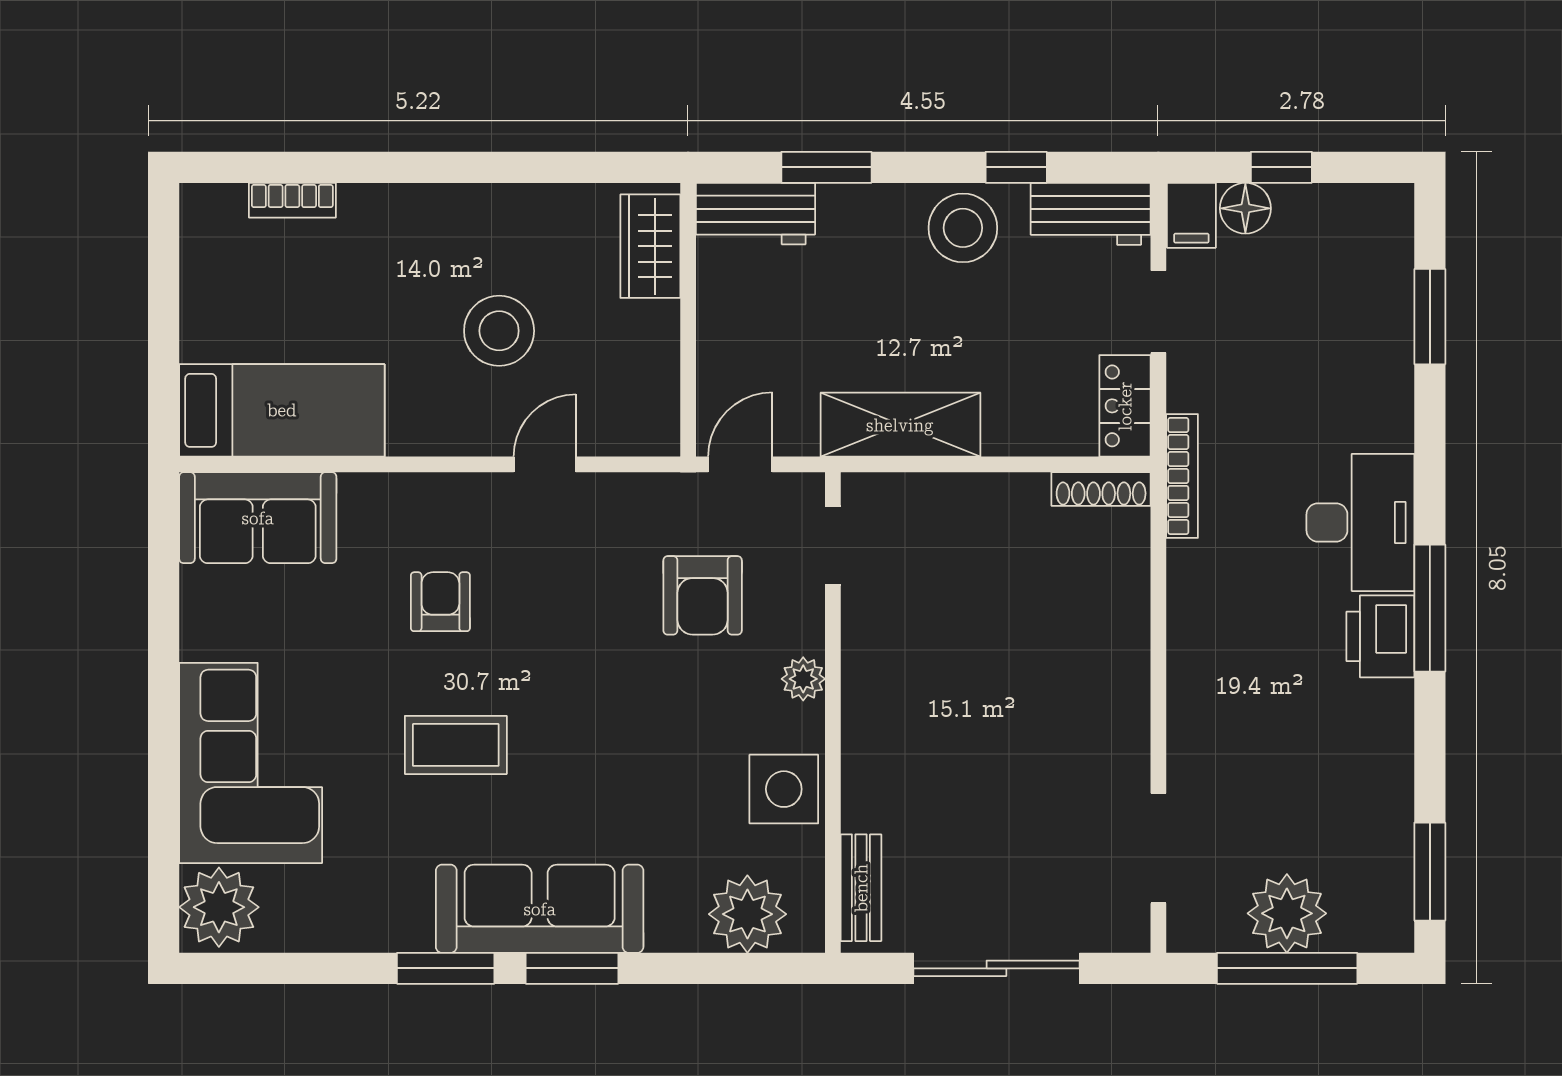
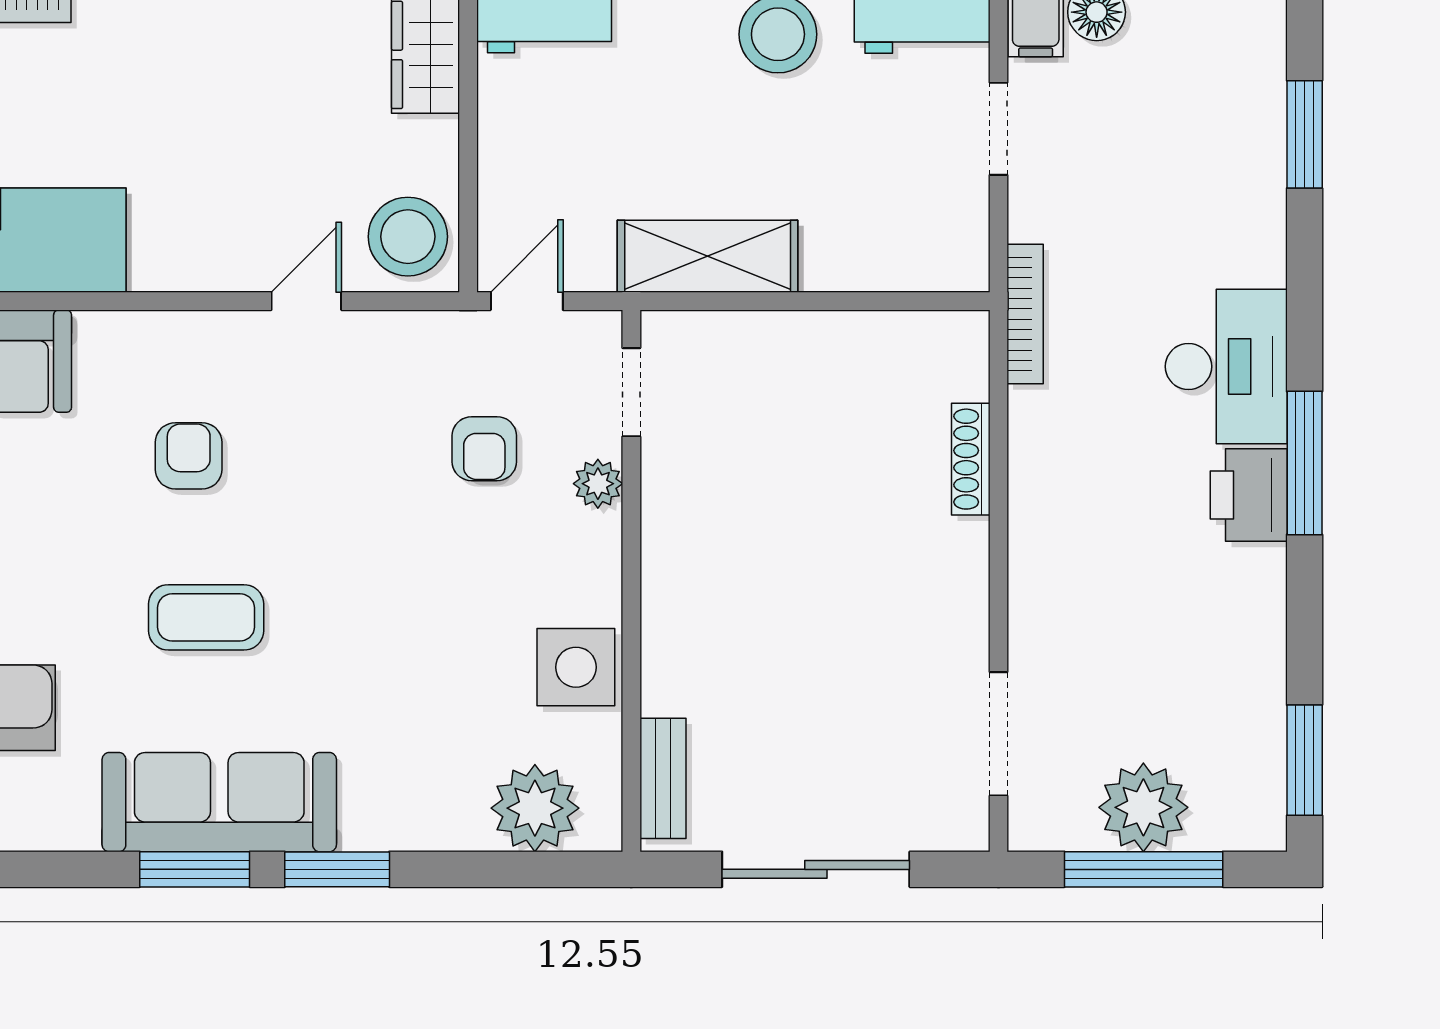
stool: (499, 331) -> (408, 237), moved
locker: (1125, 406) -> (961, 235), removed
shoe rack: (1101, 489) -> (971, 459), moved, turned 90
armchair: (703, 595) -> (484, 449), width x0.72, depth x0.72
plant: (803, 679) -> (598, 484), moved
sofa: (540, 909) -> (219, 802), moved

